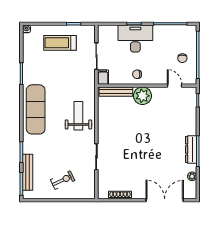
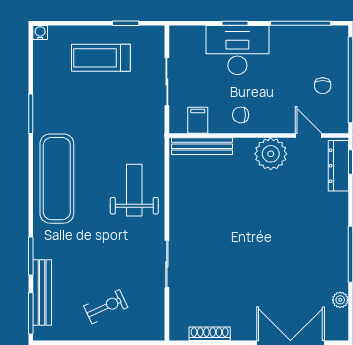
filing cabinet: (103, 77) -> (198, 120), moved
plant: (142, 96) -> (271, 154), moved
dresser: (191, 150) -> (338, 166), moved

